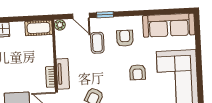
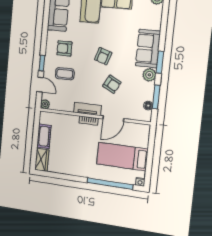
door: (81, 16) -> (40, 84), hinge flipped
cot: (39, 28) -> (44, 136), moved
armchair: (137, 72) -> (103, 56), moved, turned 108

